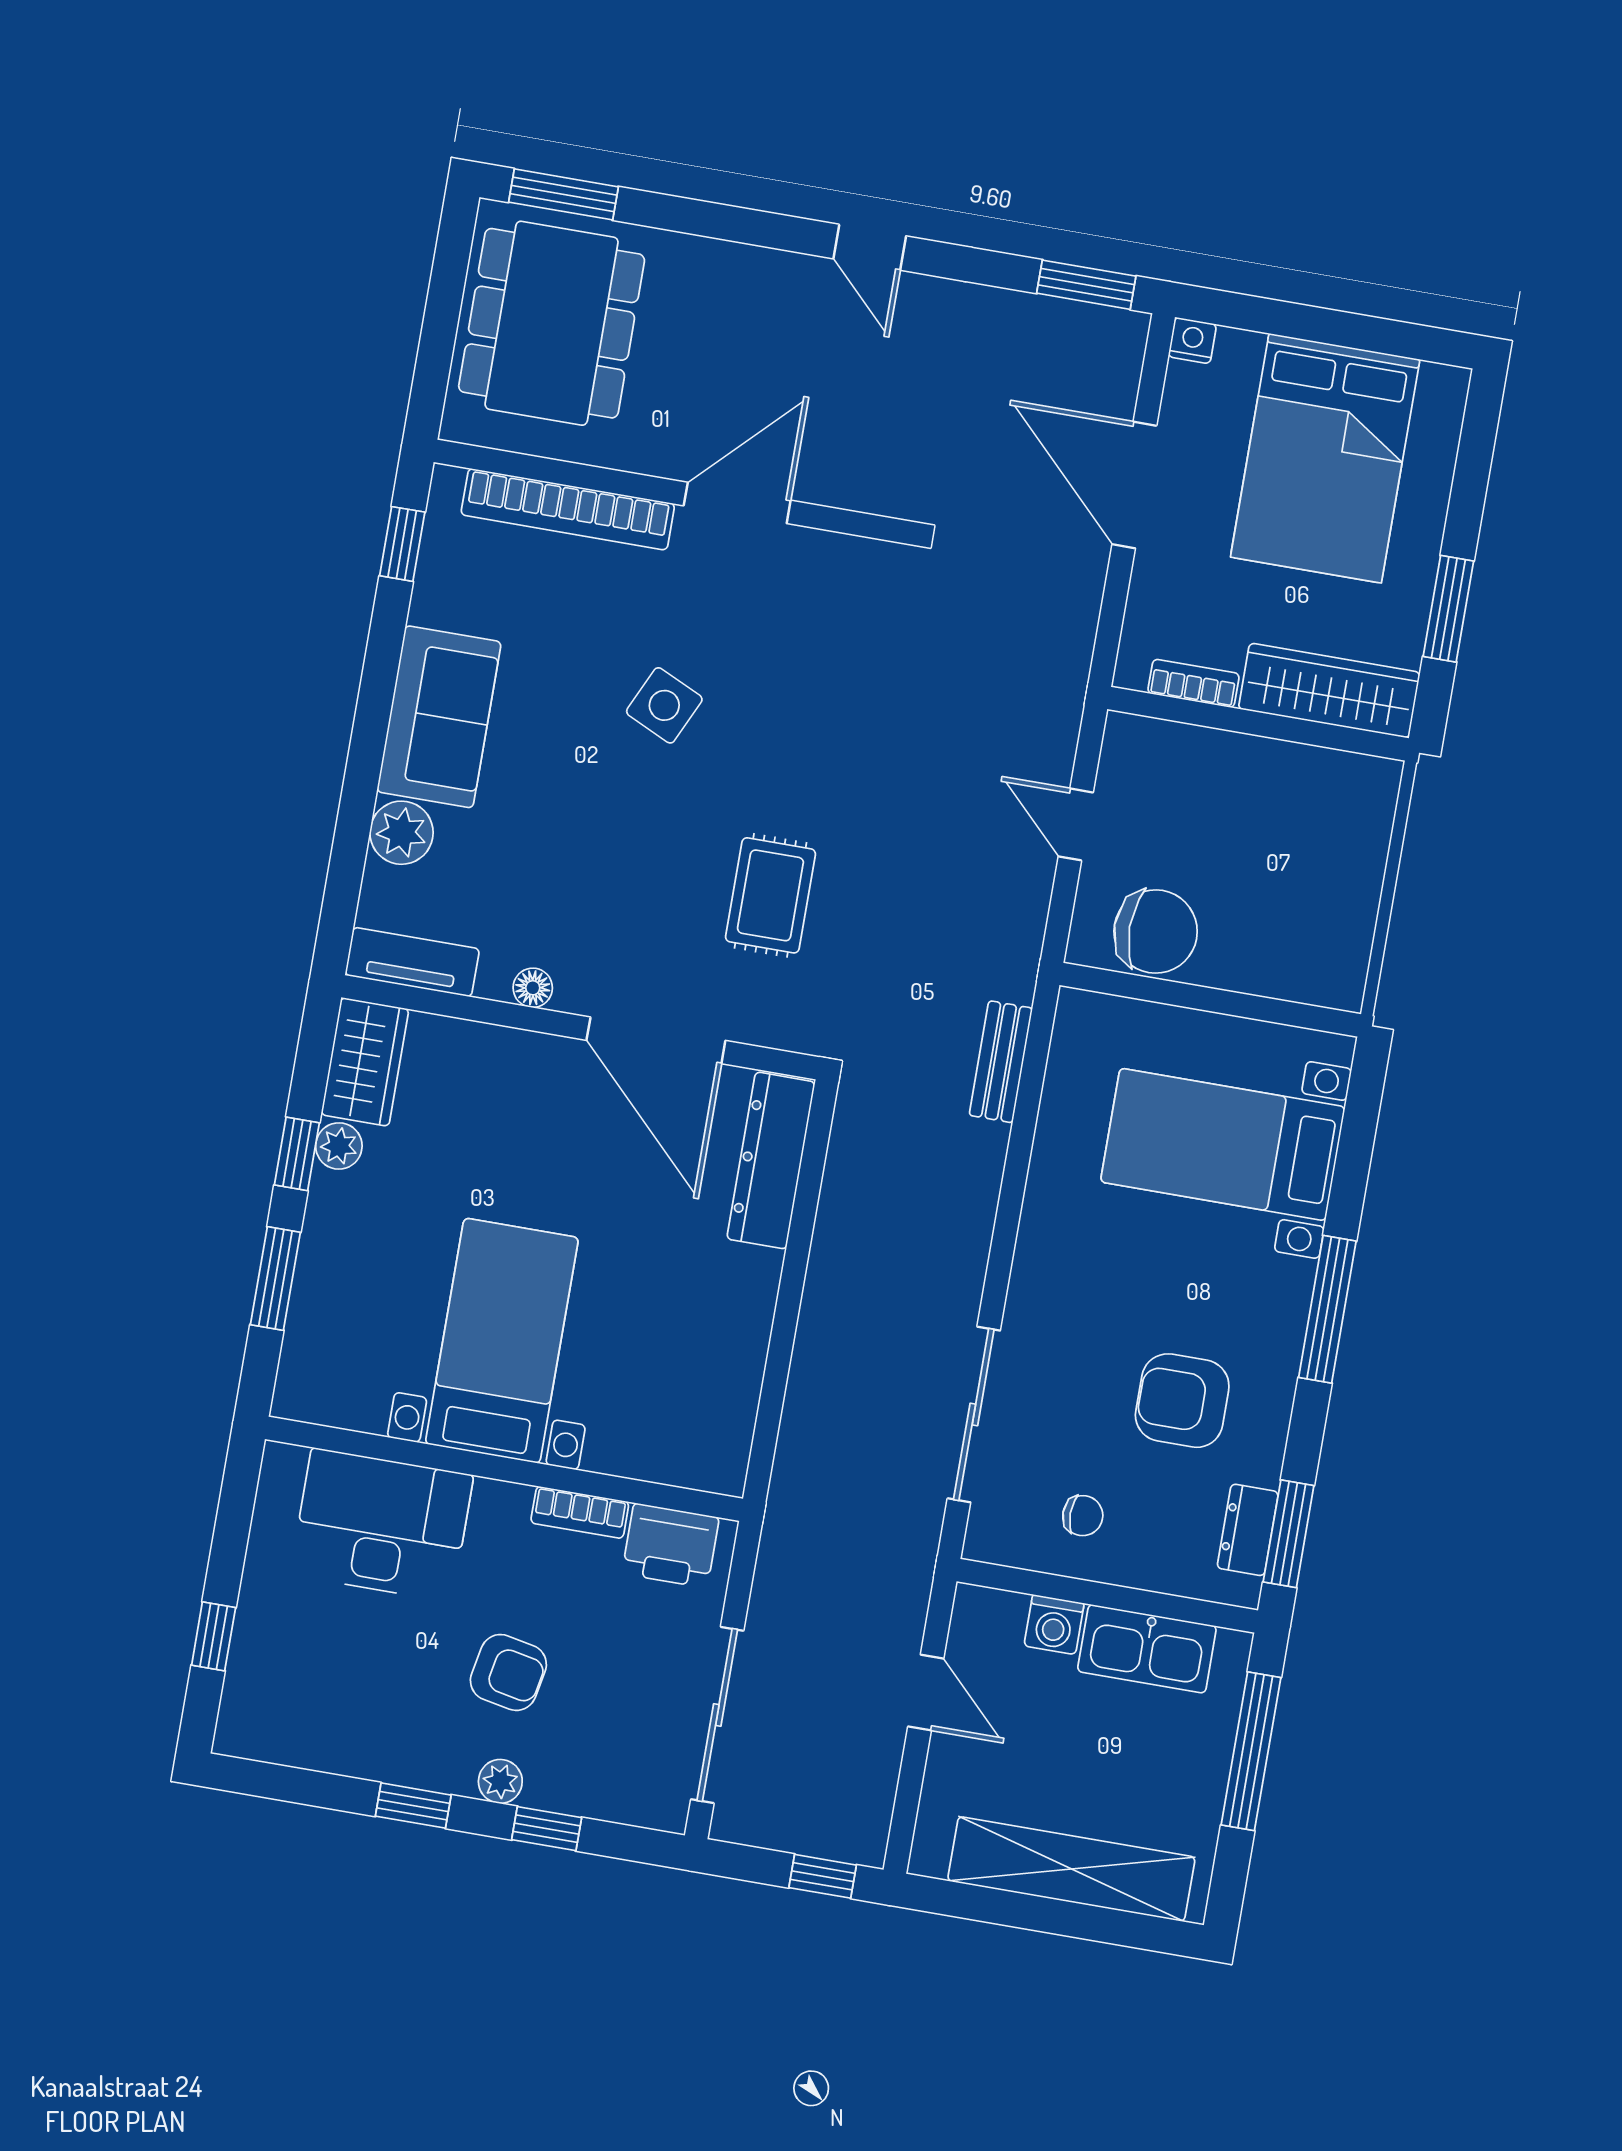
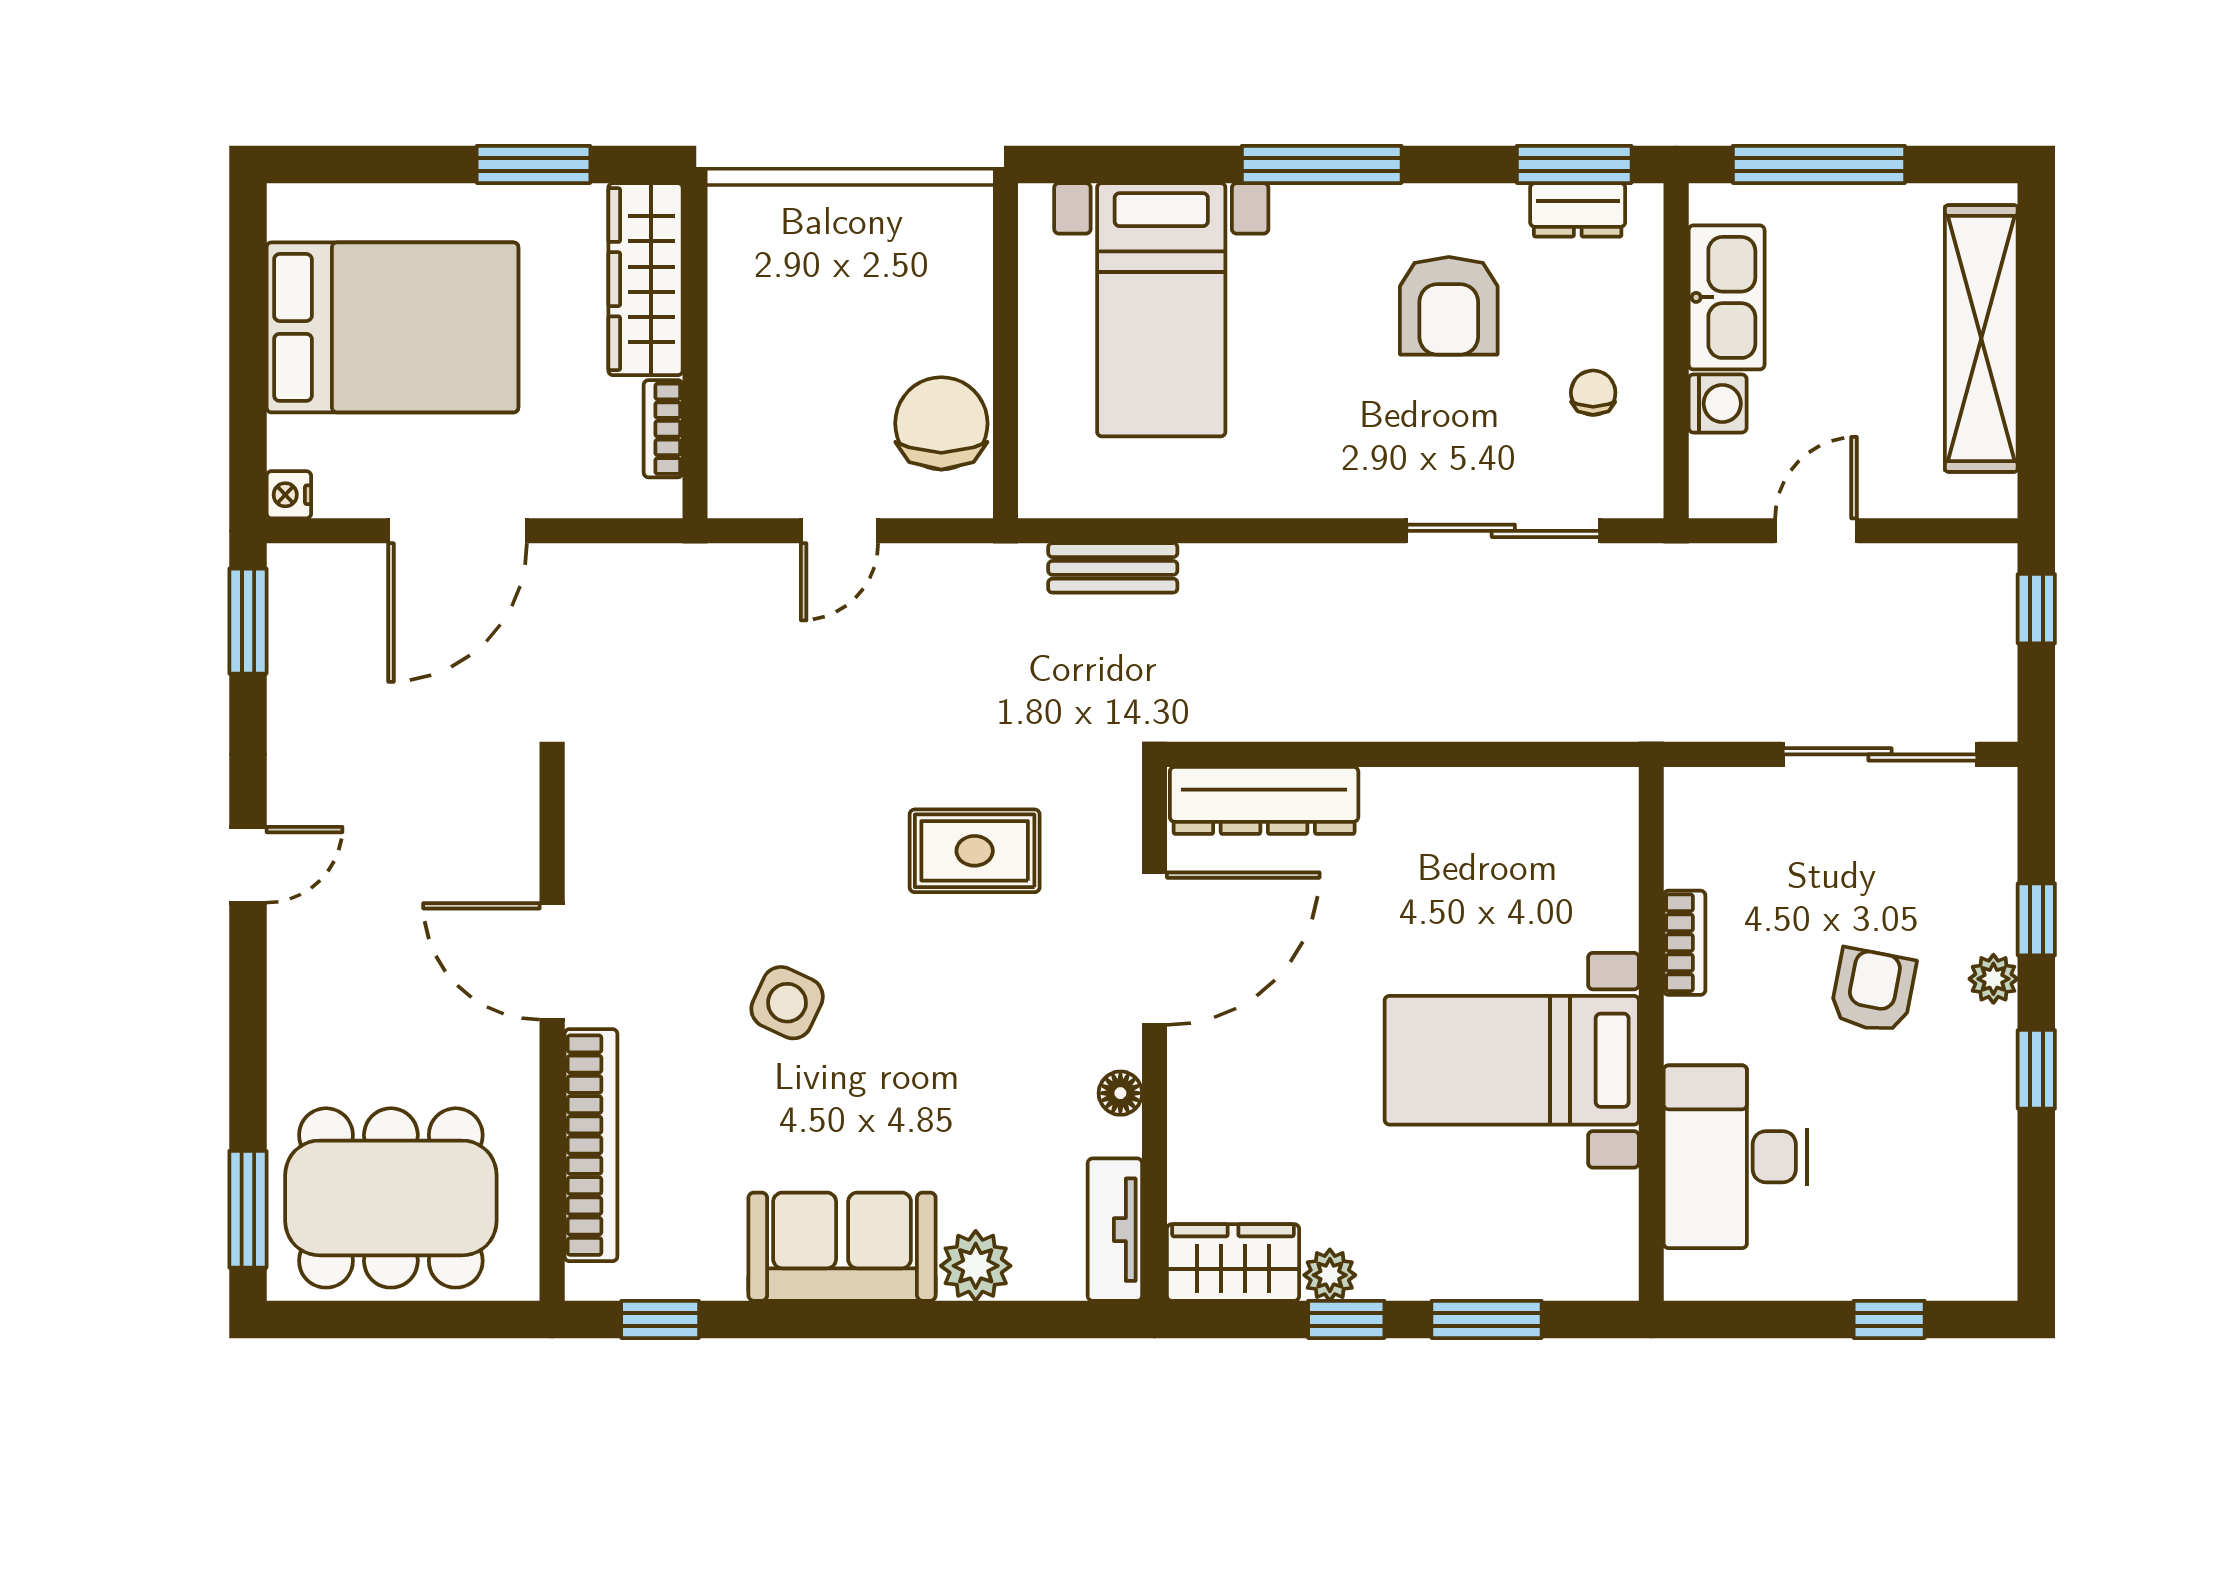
printer: (670, 1546) -> (1704, 837), removed

